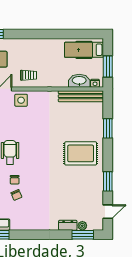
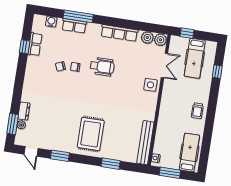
trolley: (29, 75) -> (197, 111), moved
washbasin: (79, 81) -> (160, 143), removed

